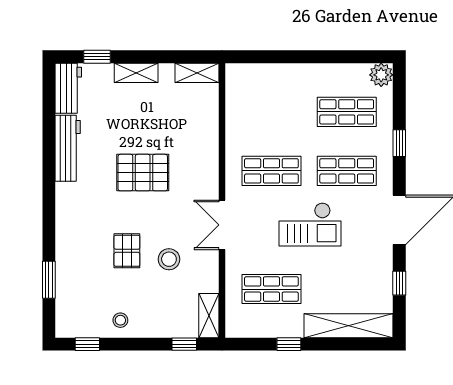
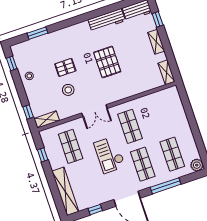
window: (399, 143) -> (166, 186), width x2.17
double door: (222, 225) -> (94, 111), swing flipped
window: (289, 344) -> (43, 155), moved

